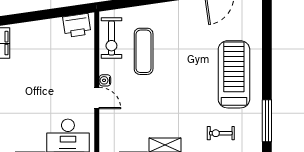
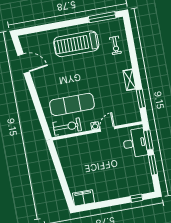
printer: (77, 25) -> (63, 150), removed
exercise mat: (144, 51) -> (72, 104), width x1.36, depth x1.45

